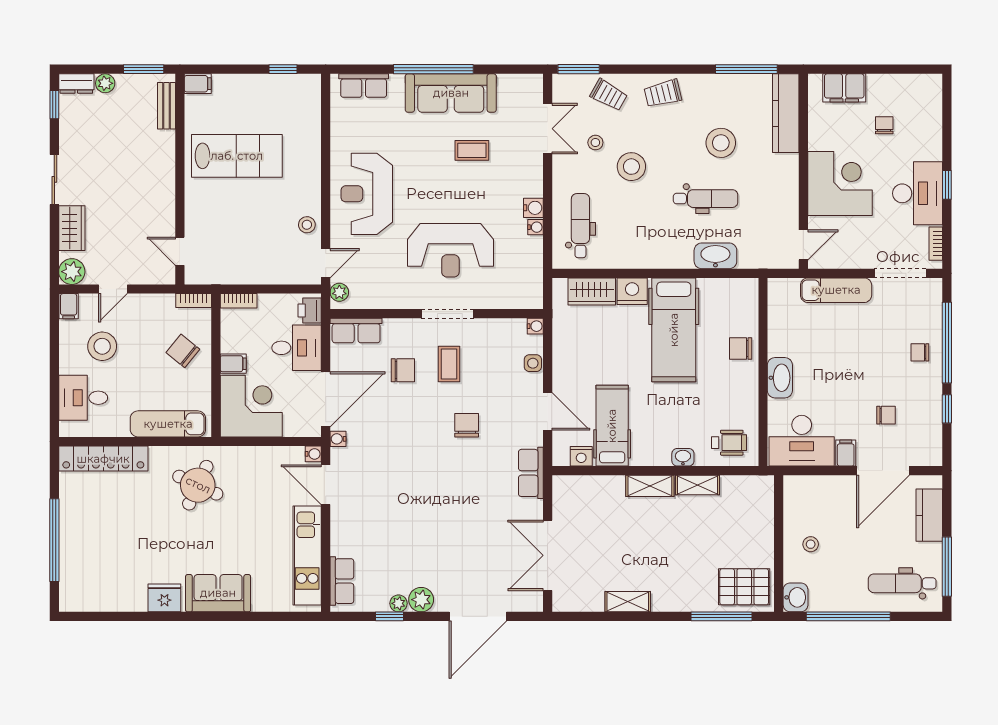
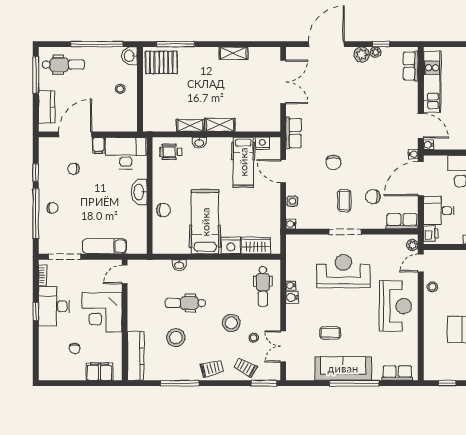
window: (746, 69) -> (180, 383), moved
washbasin: (715, 256) -> (179, 265), width x0.52, depth x0.69

